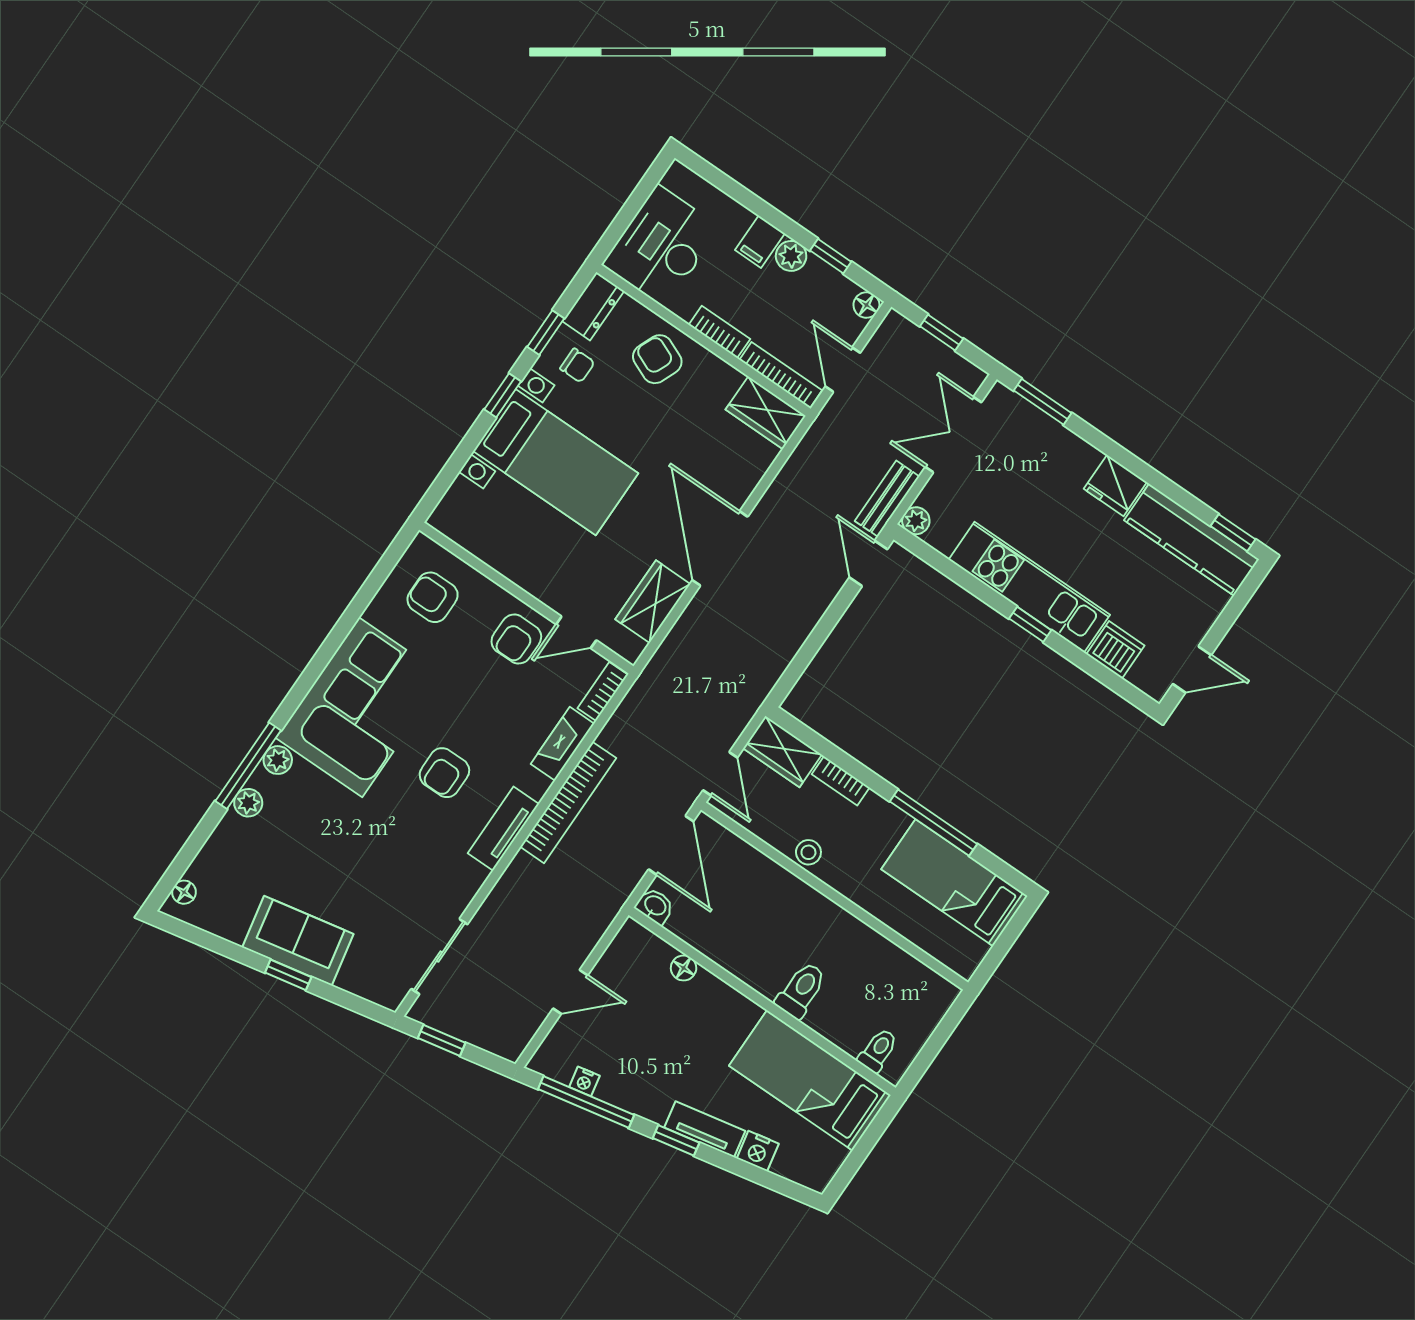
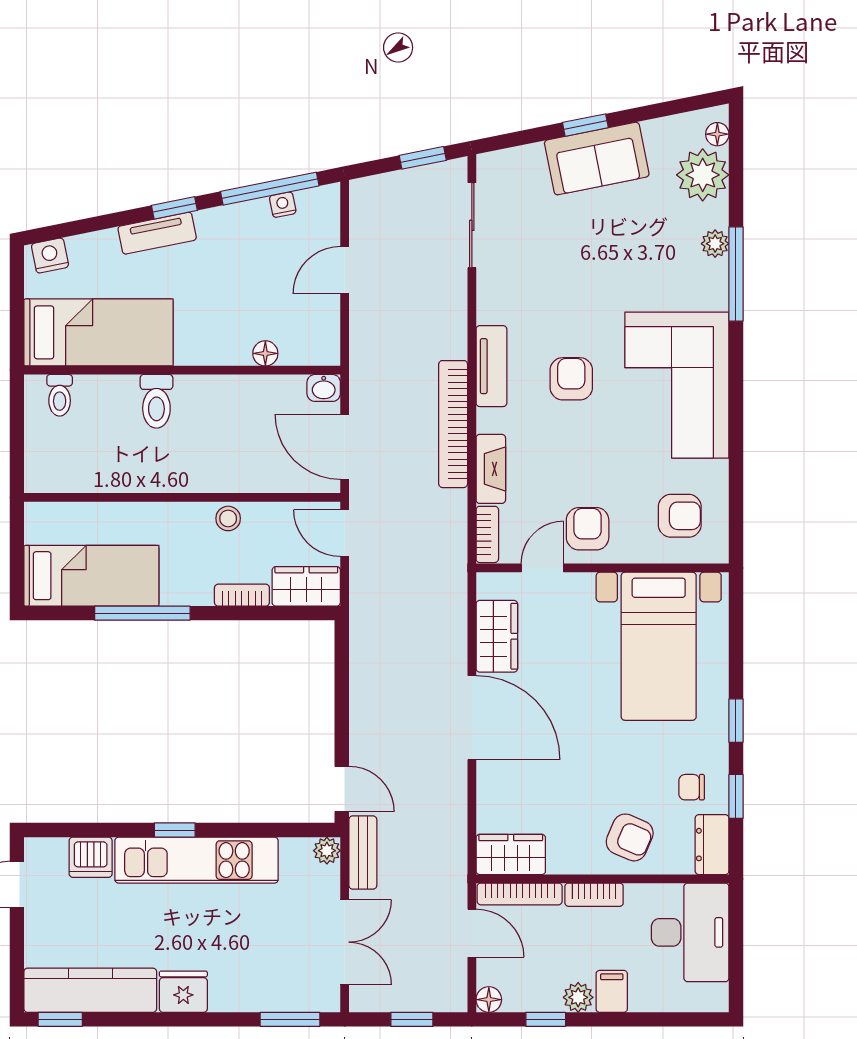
bed with nightstands: (556, 462) -> (659, 646), moved, turned -90
plant: (278, 760) -> (703, 175), moved, width x1.87, depth x1.87
nightstand: (758, 1151) -> (50, 256), moved

